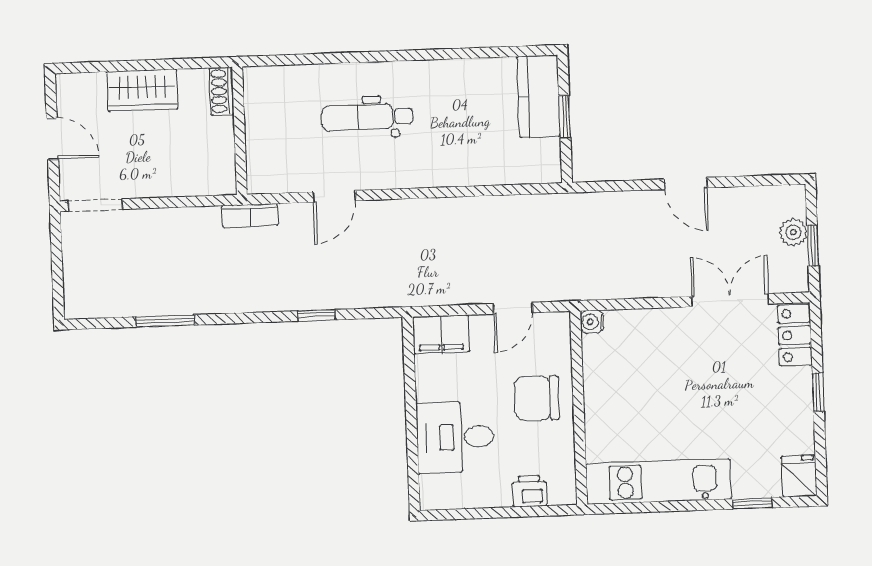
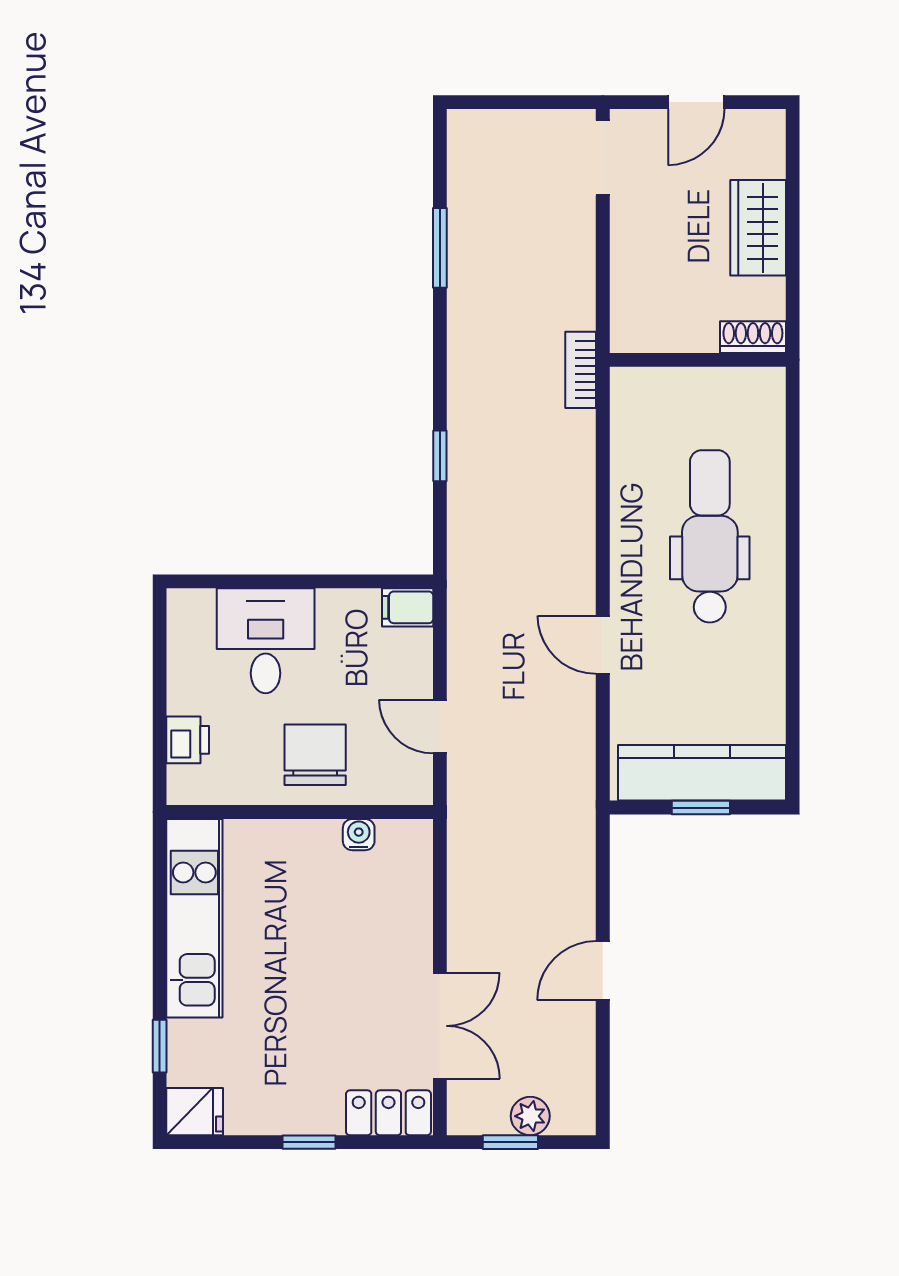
kitchen counter: (539, 96) -> (702, 773), width x1.50
dental chair: (367, 117) -> (710, 536), width x1.36, depth x1.38
door: (334, 196) -> (603, 645), moved
water cooler: (592, 322) -> (359, 835), moved
filing cabinet: (441, 334) -> (408, 607), width x0.50

